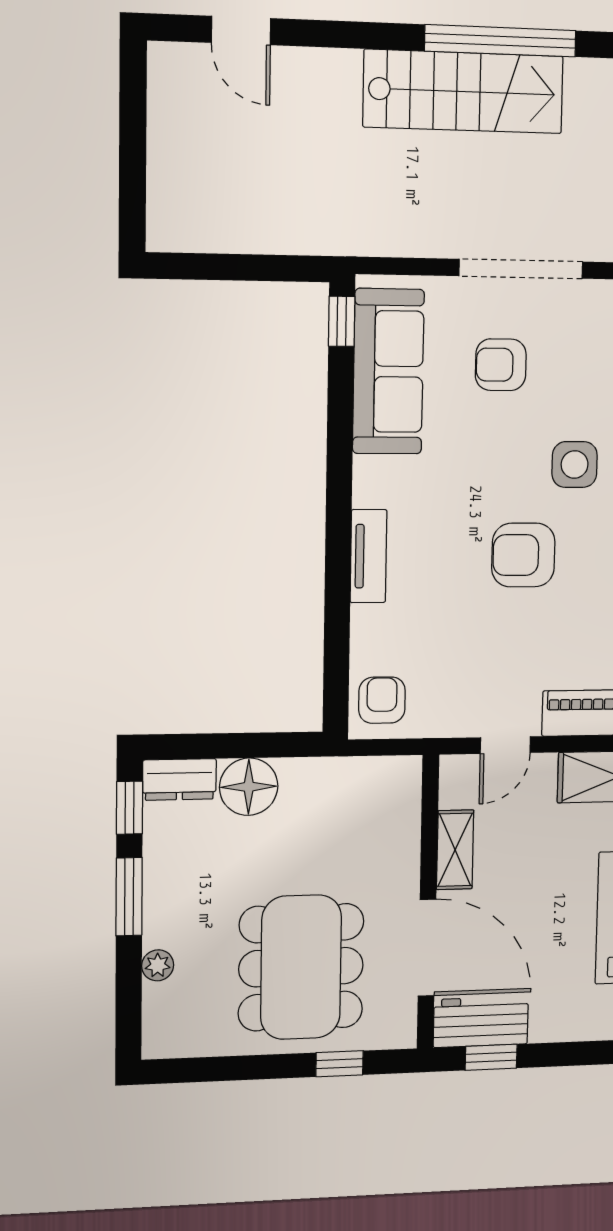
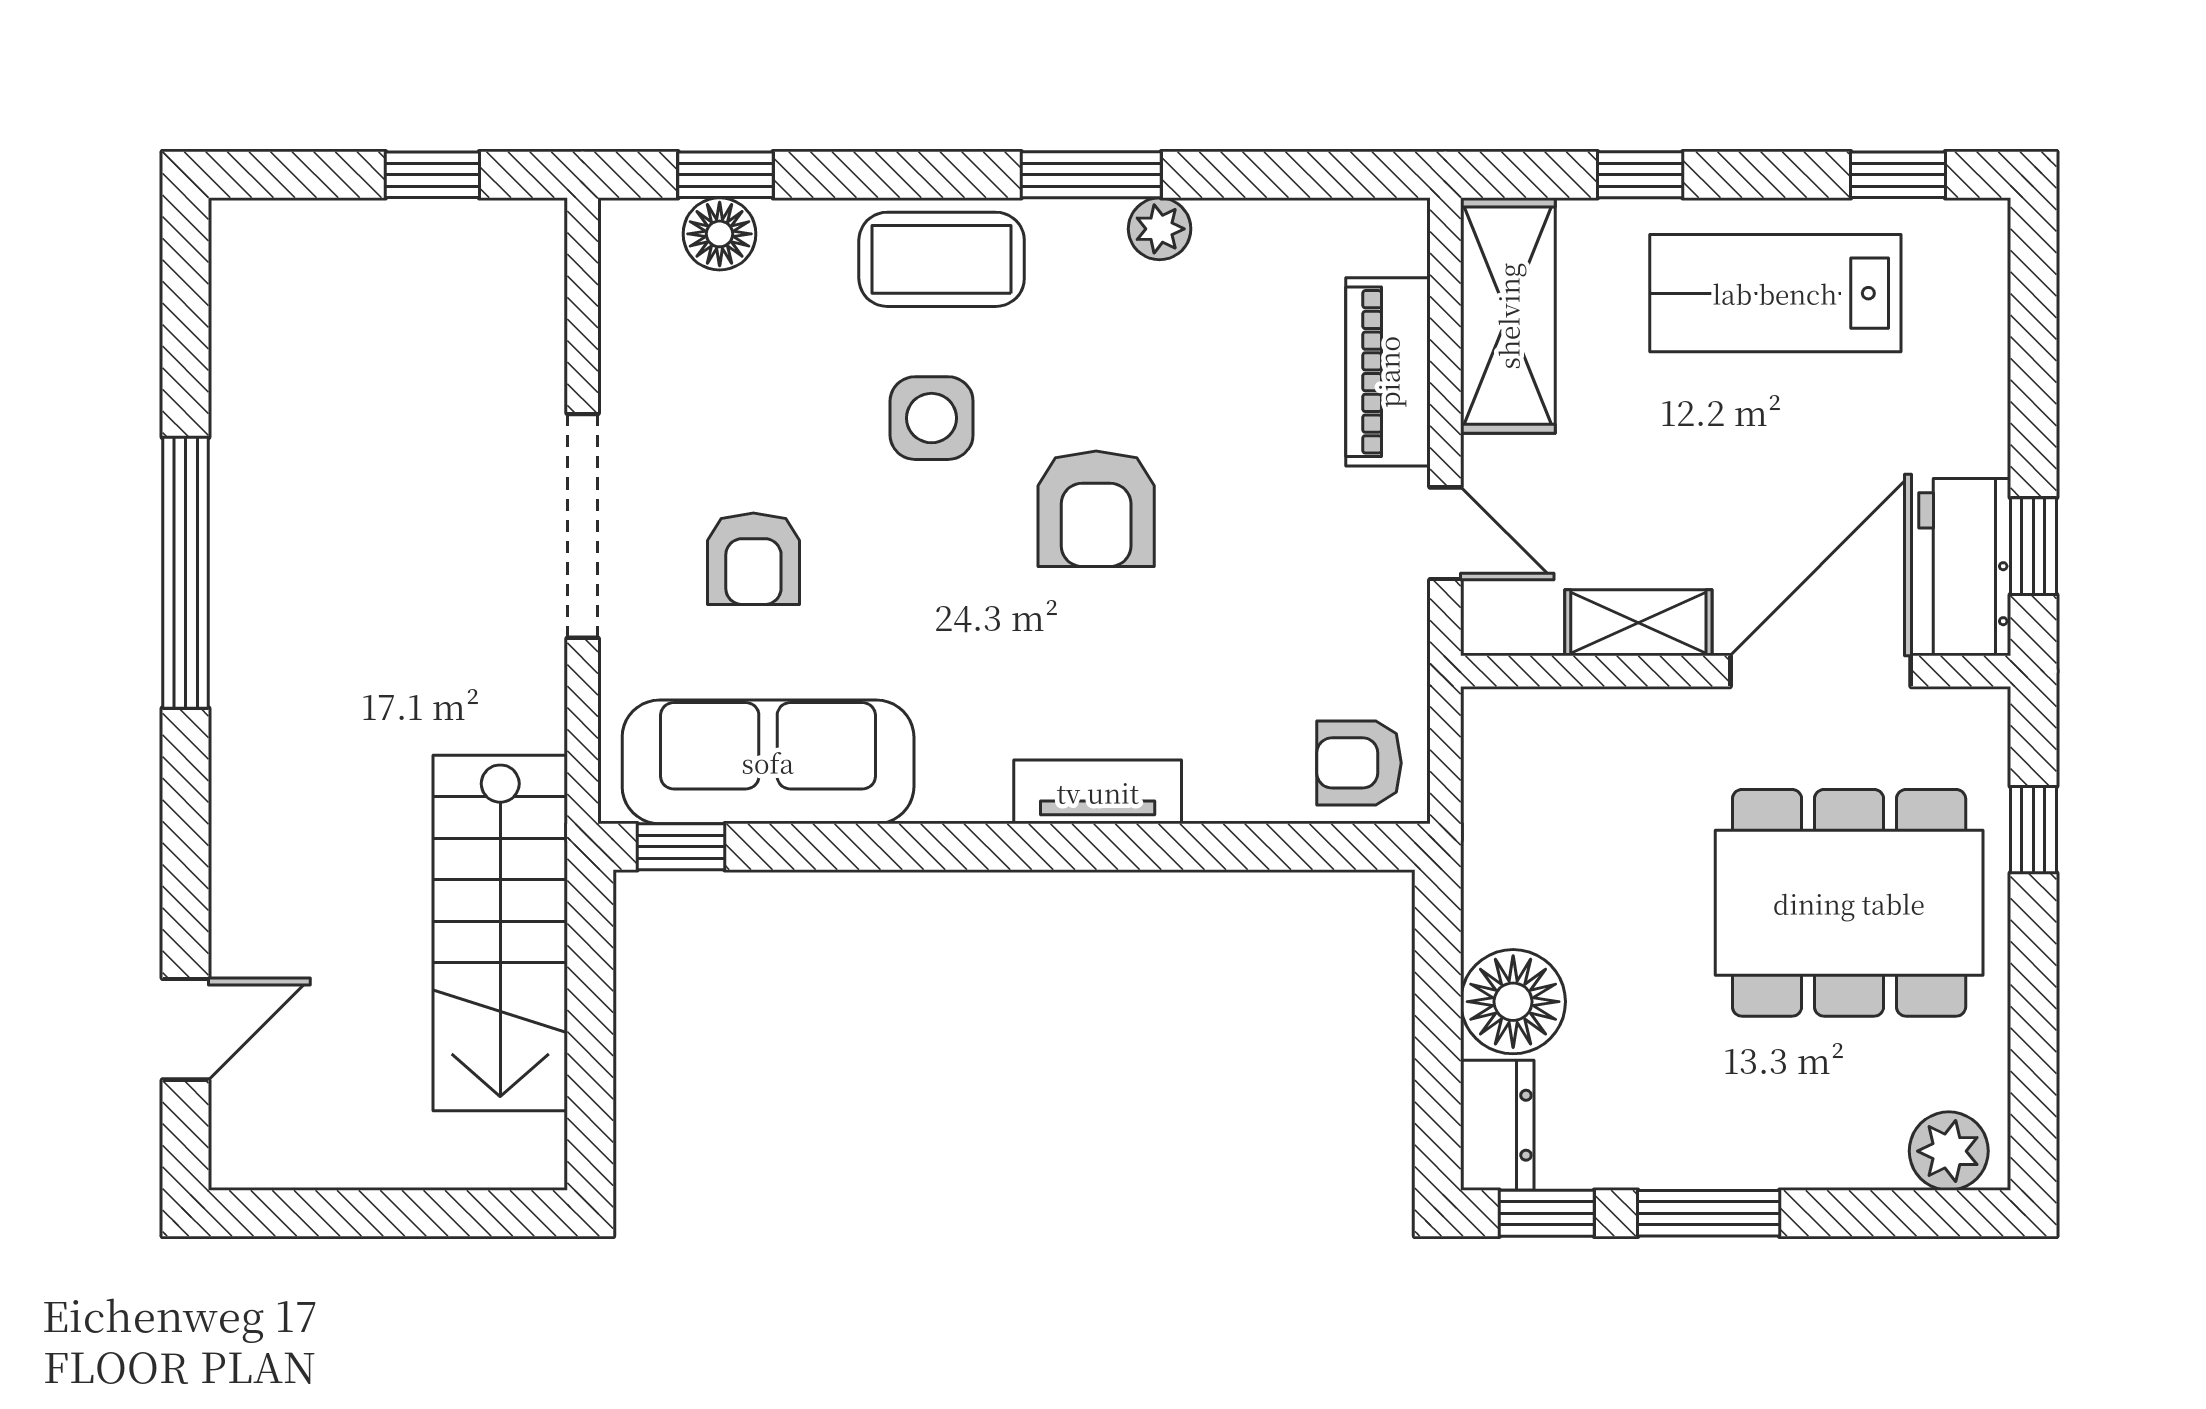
stairs: (463, 92) -> (500, 933), moved, turned 180
plant: (158, 965) -> (1949, 1151), moved, width x1.38, depth x1.38

